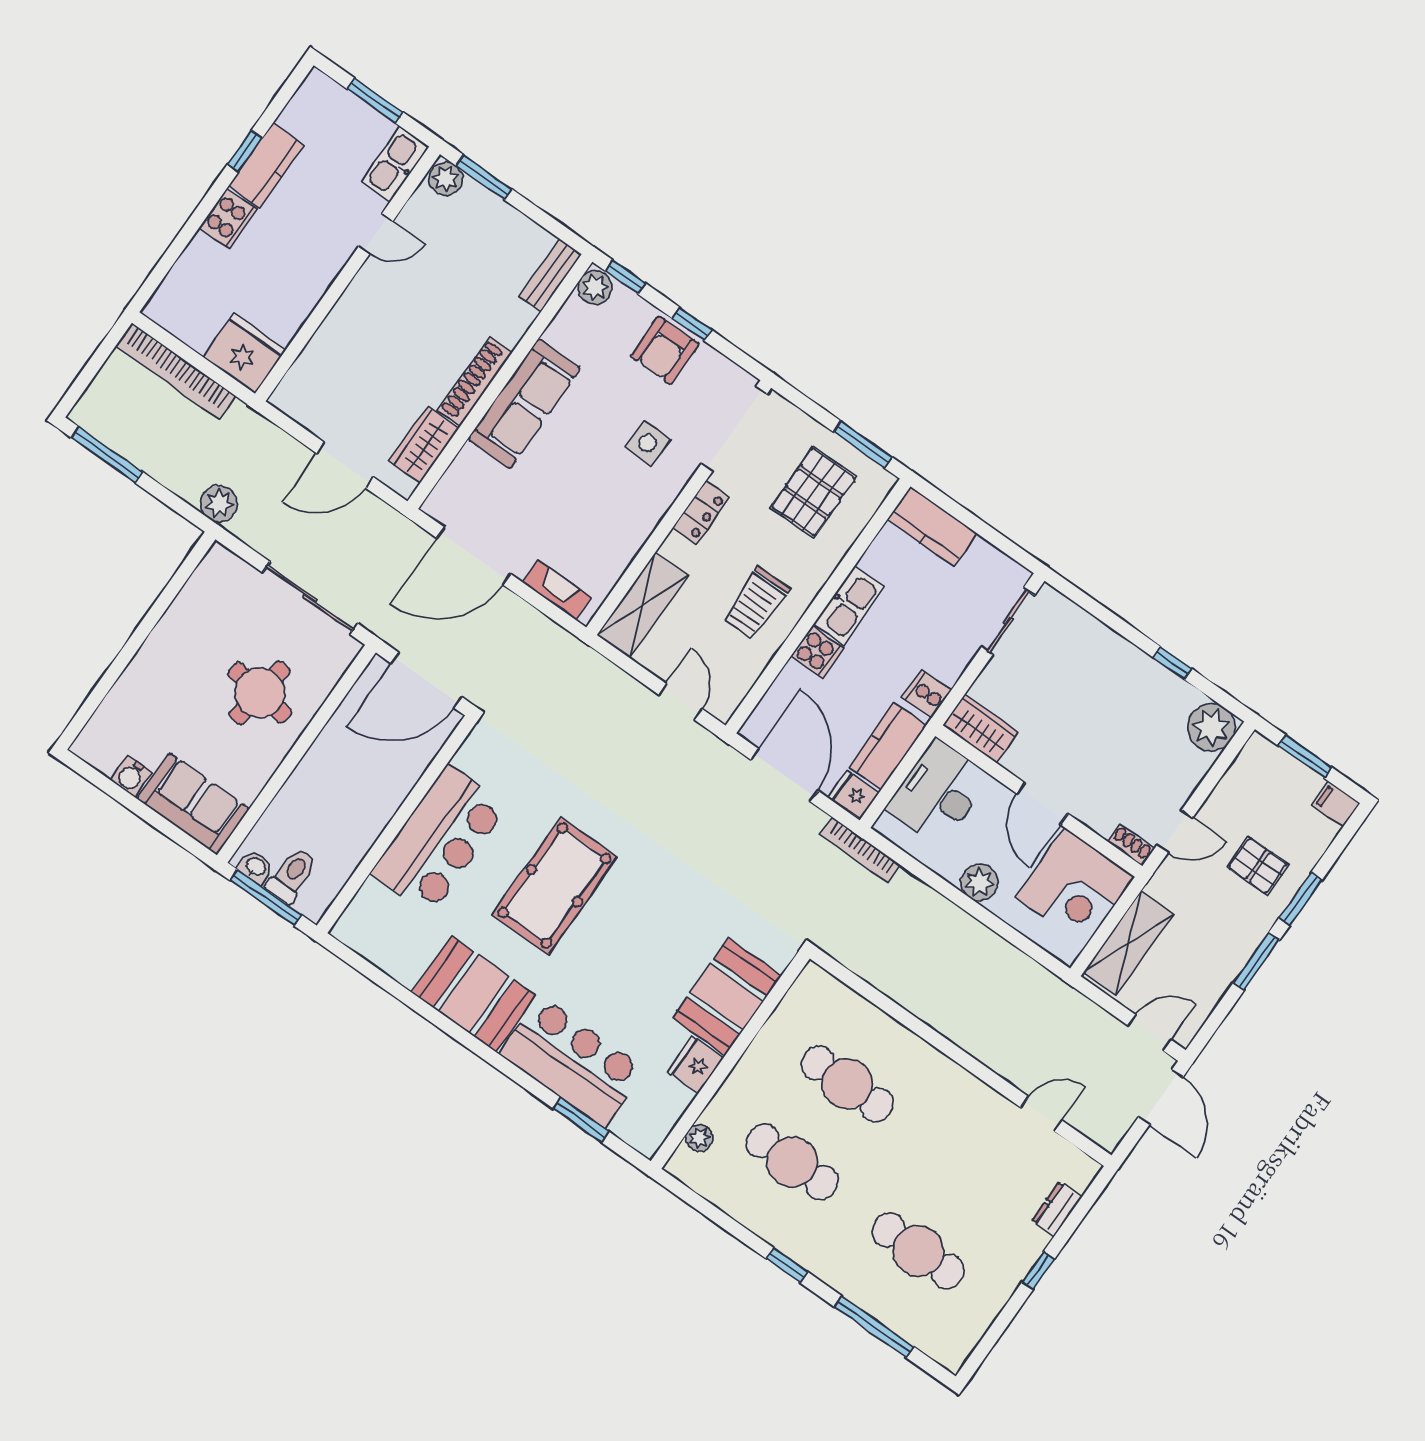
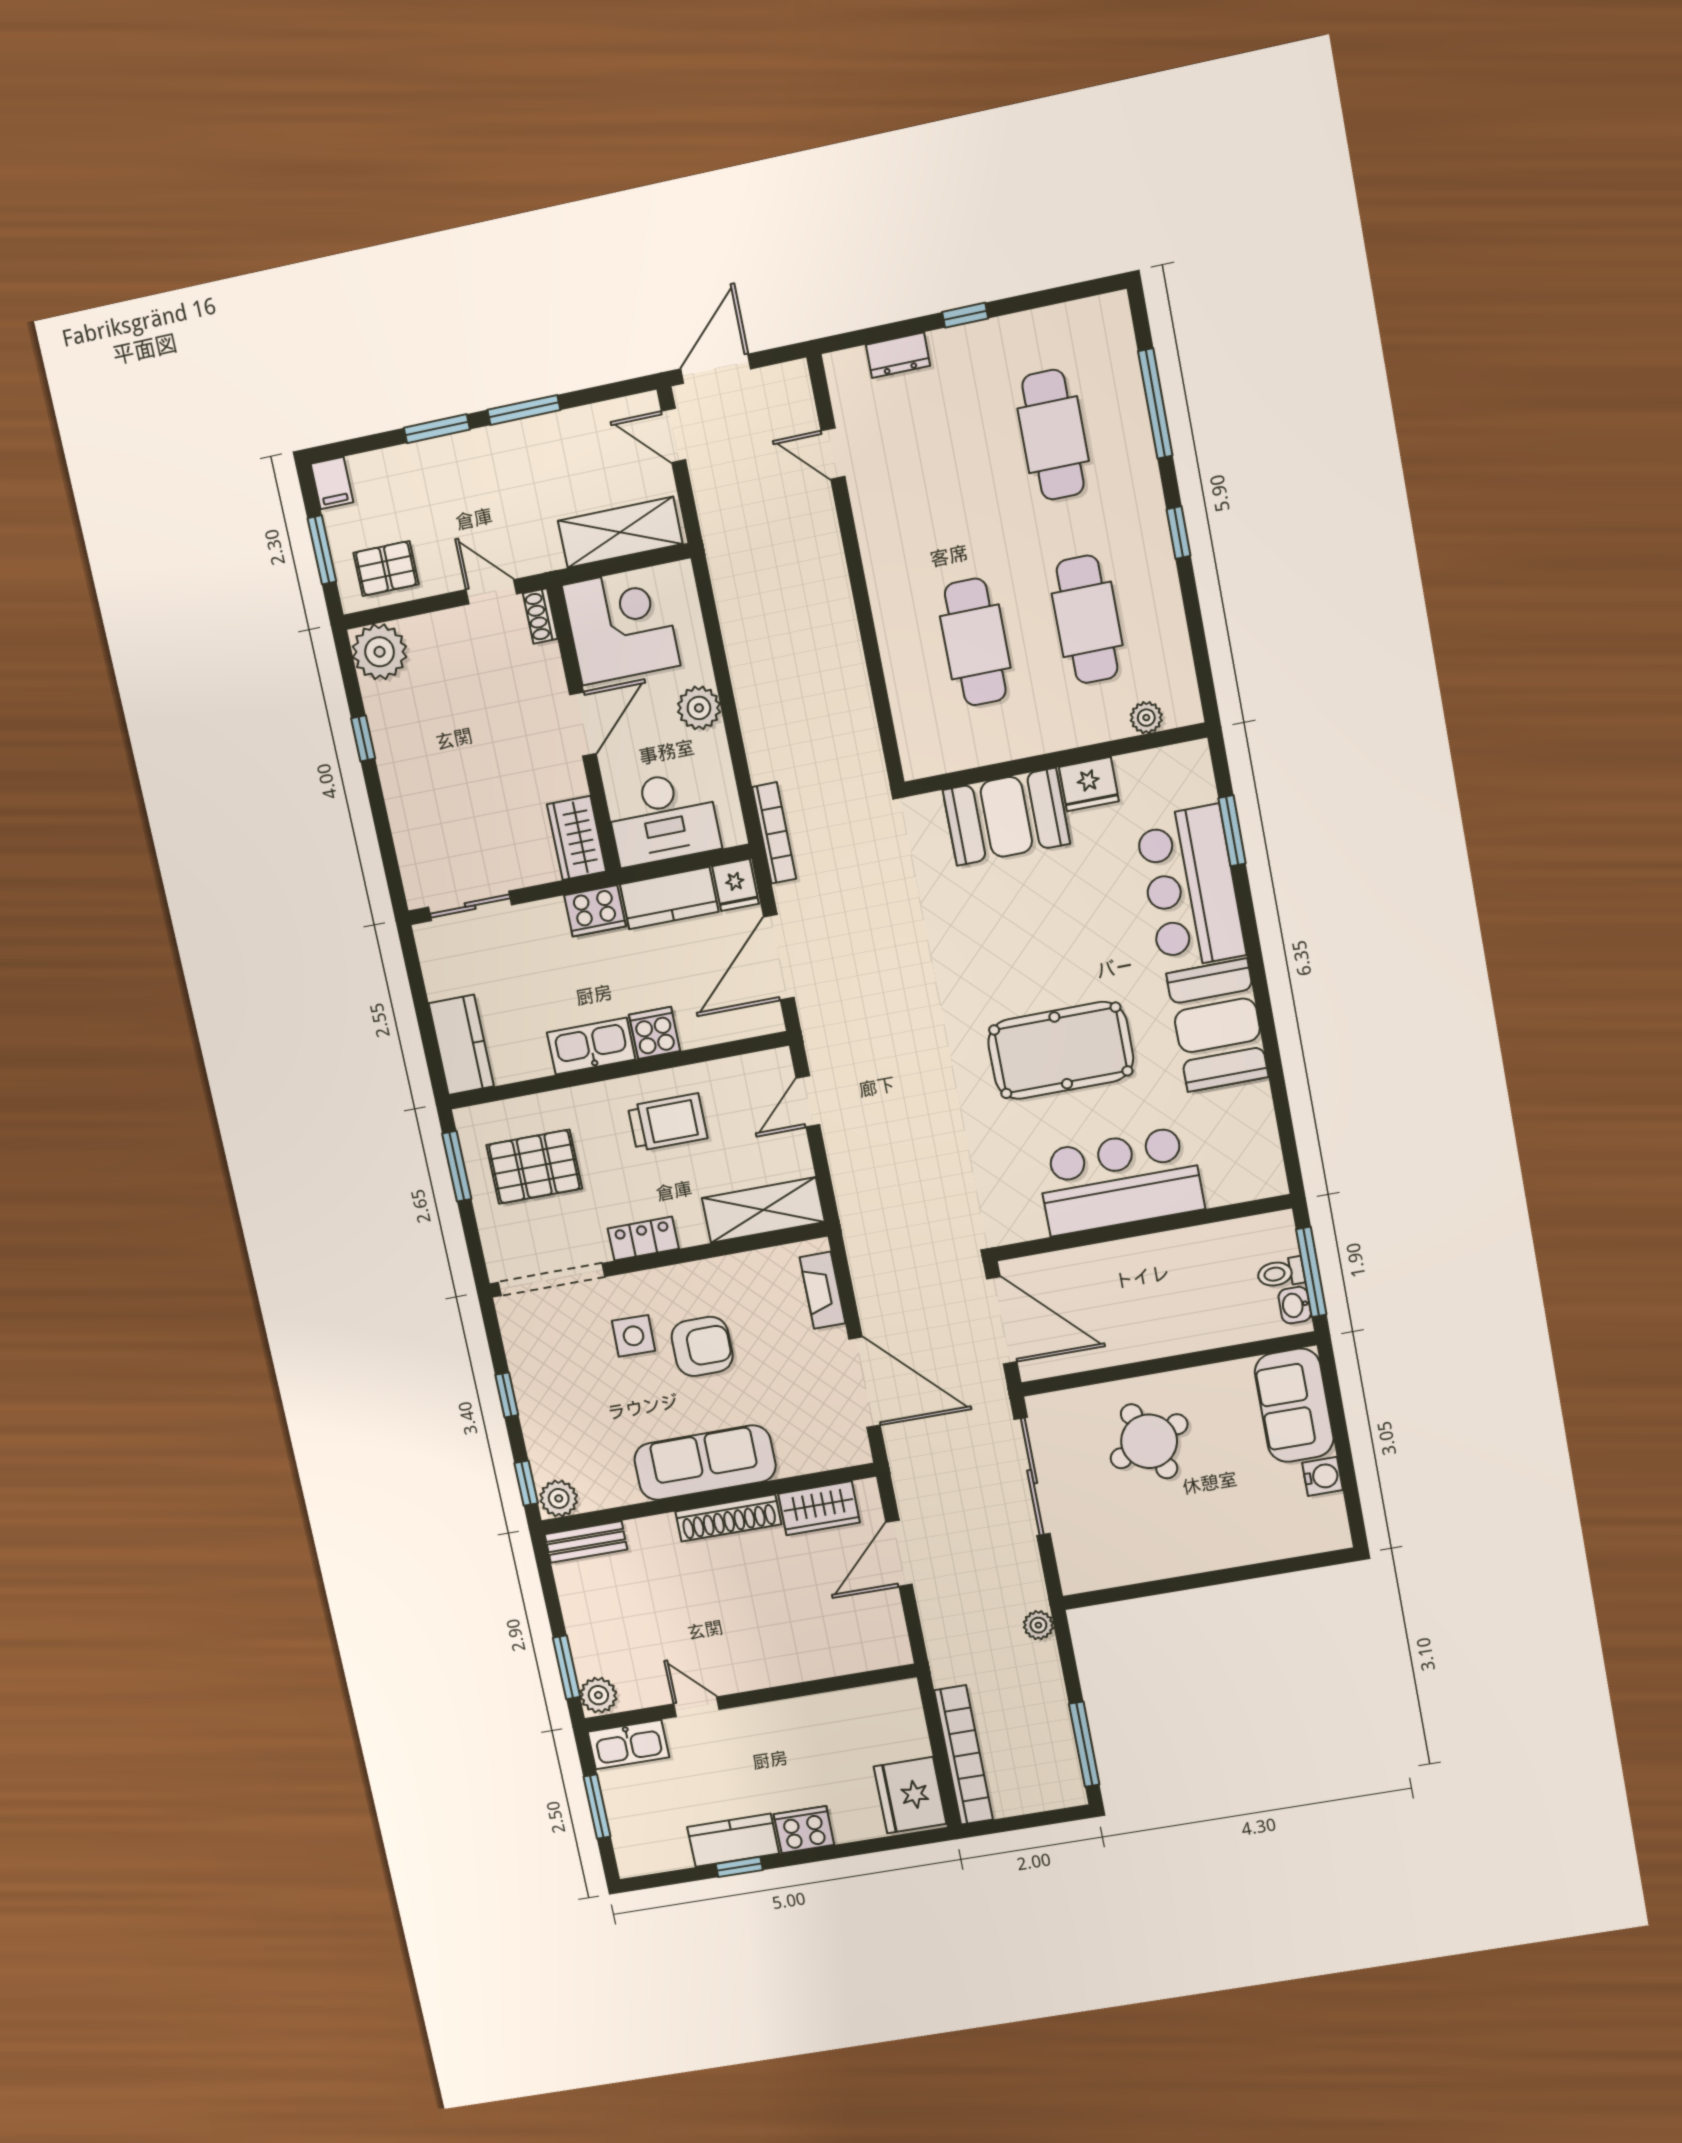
armchair: (665, 350) -> (702, 1346), moved
fridge: (244, 353) -> (910, 1795), moved
door: (345, 465) -> (899, 1553), swing flipped
plant: (219, 504) -> (1038, 1625), width x0.73, depth x0.73
round table: (260, 693) -> (1149, 1441), turned -30
cooker: (927, 694) -> (595, 911), width x1.36
pallet: (1258, 866) -> (386, 568), moved, turned 90
toilet: (292, 875) -> (1281, 1273), width x0.73, depth x0.72

